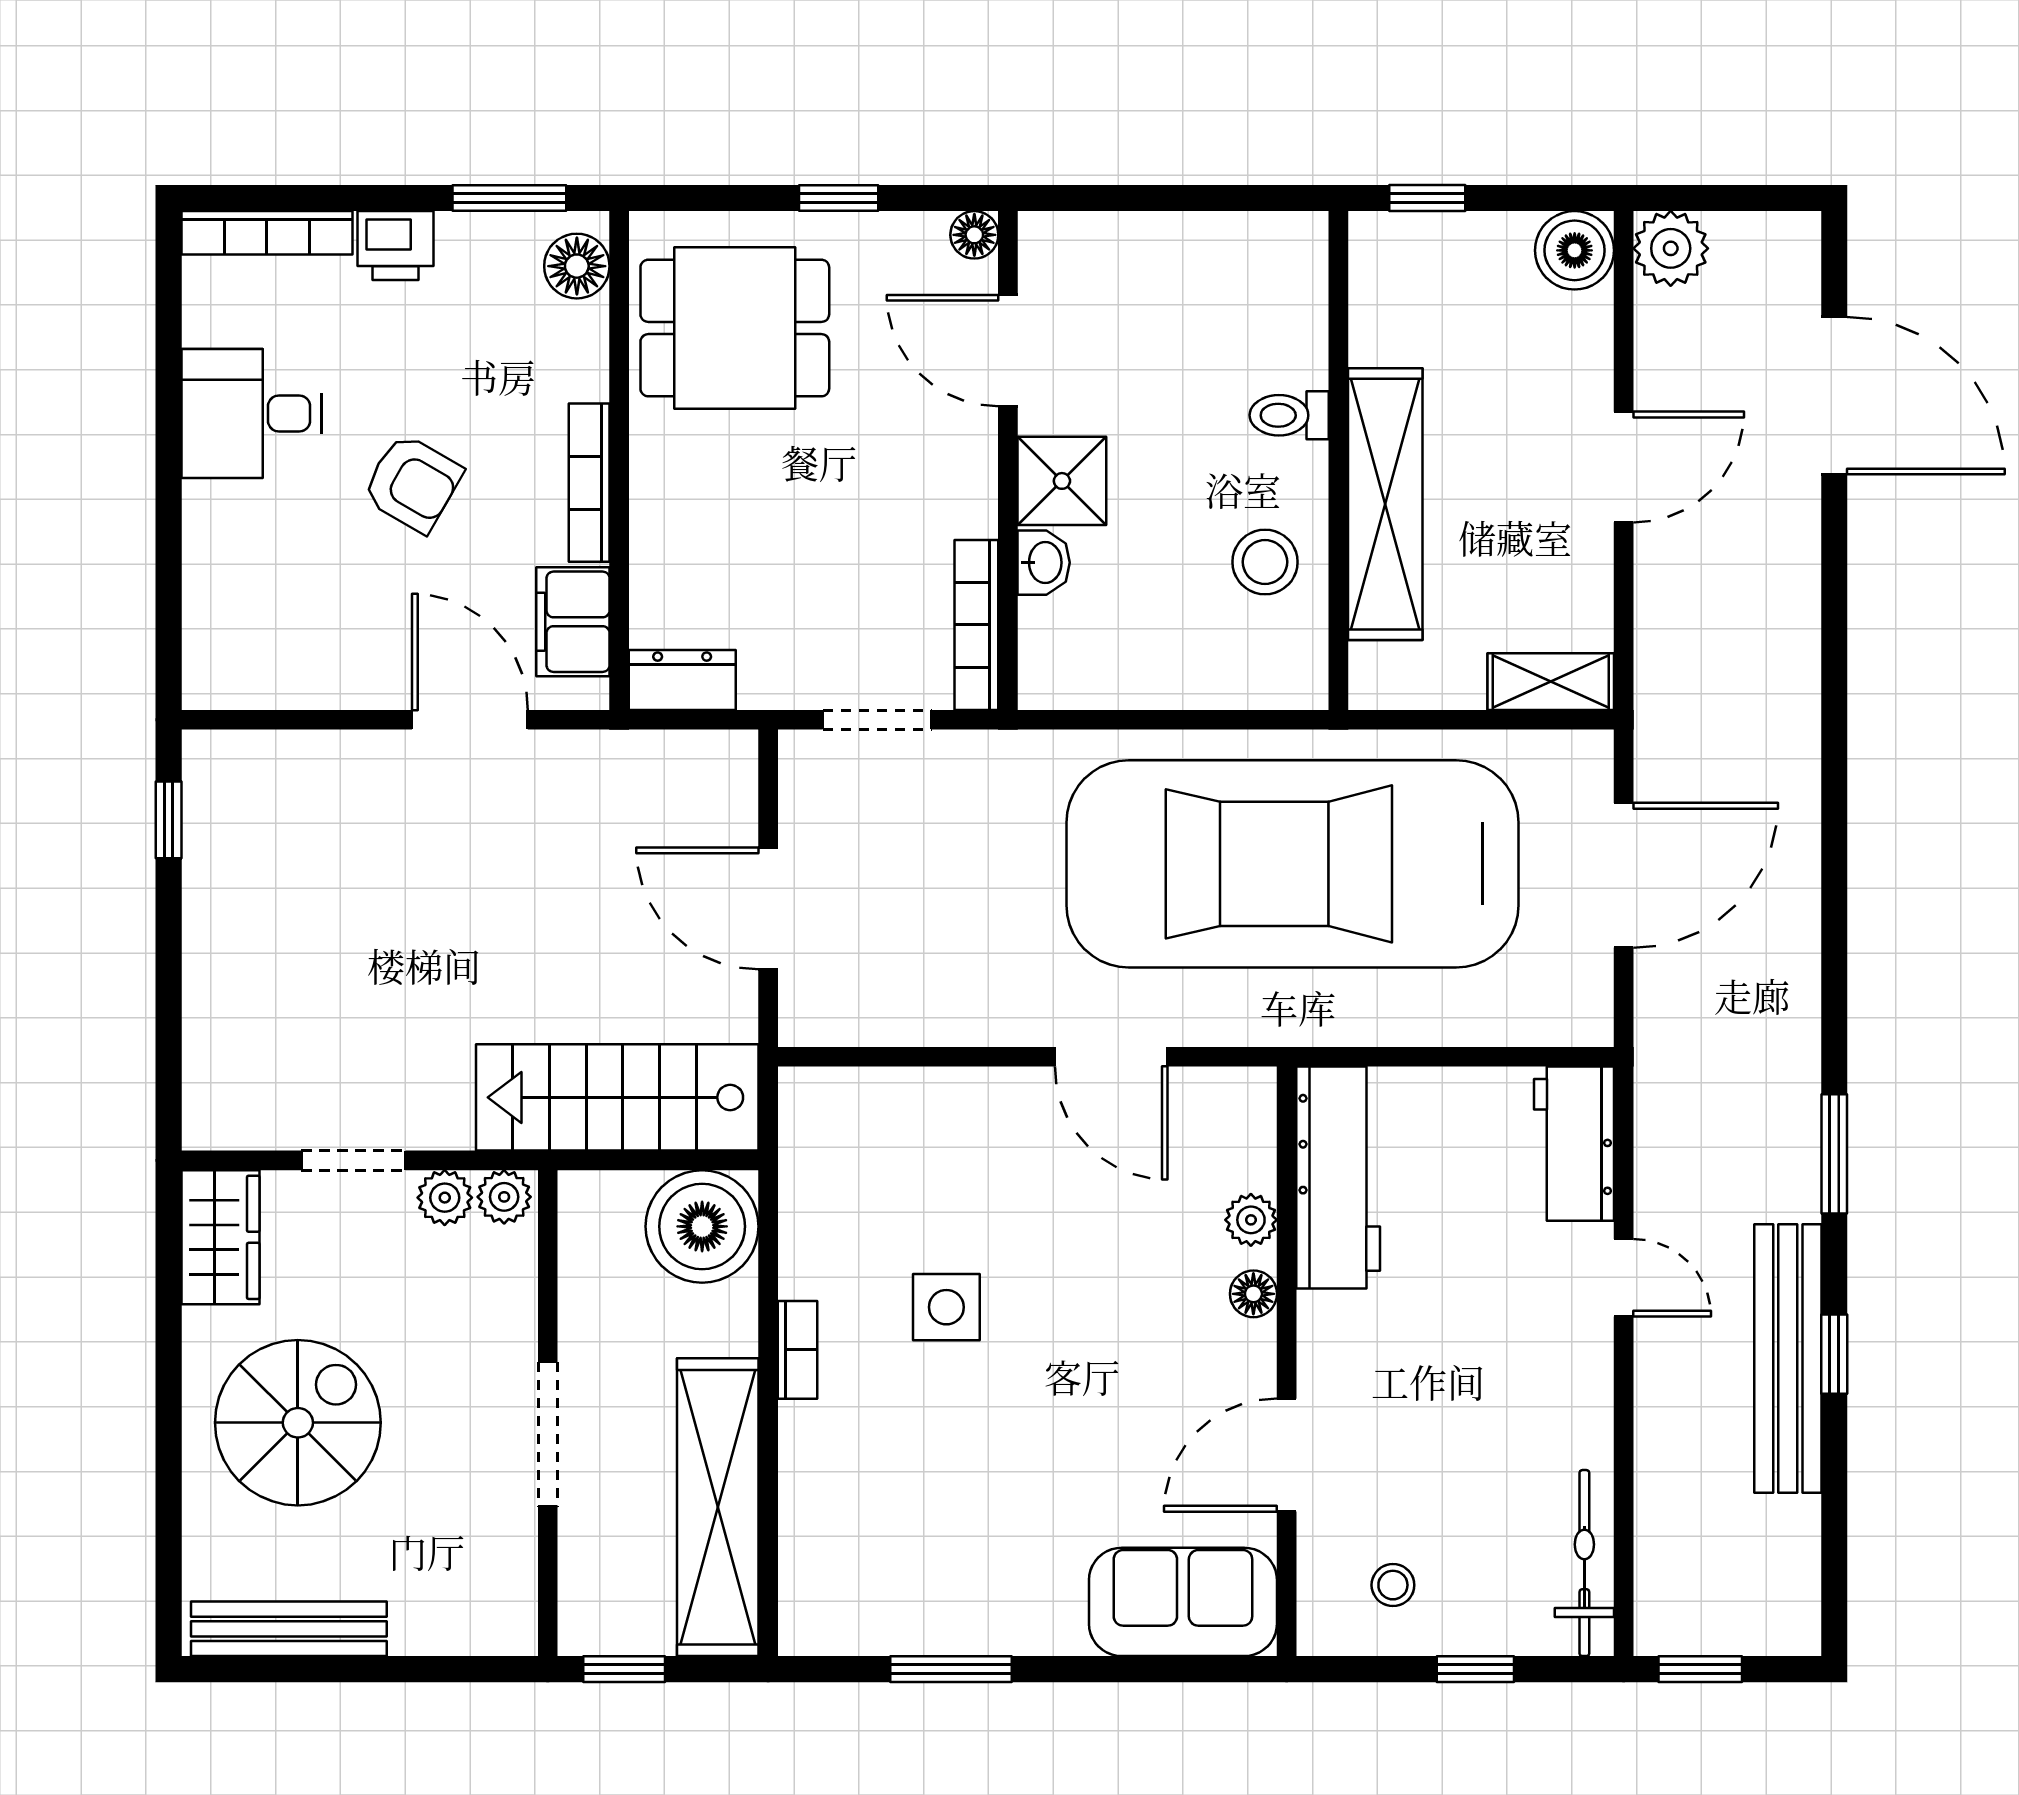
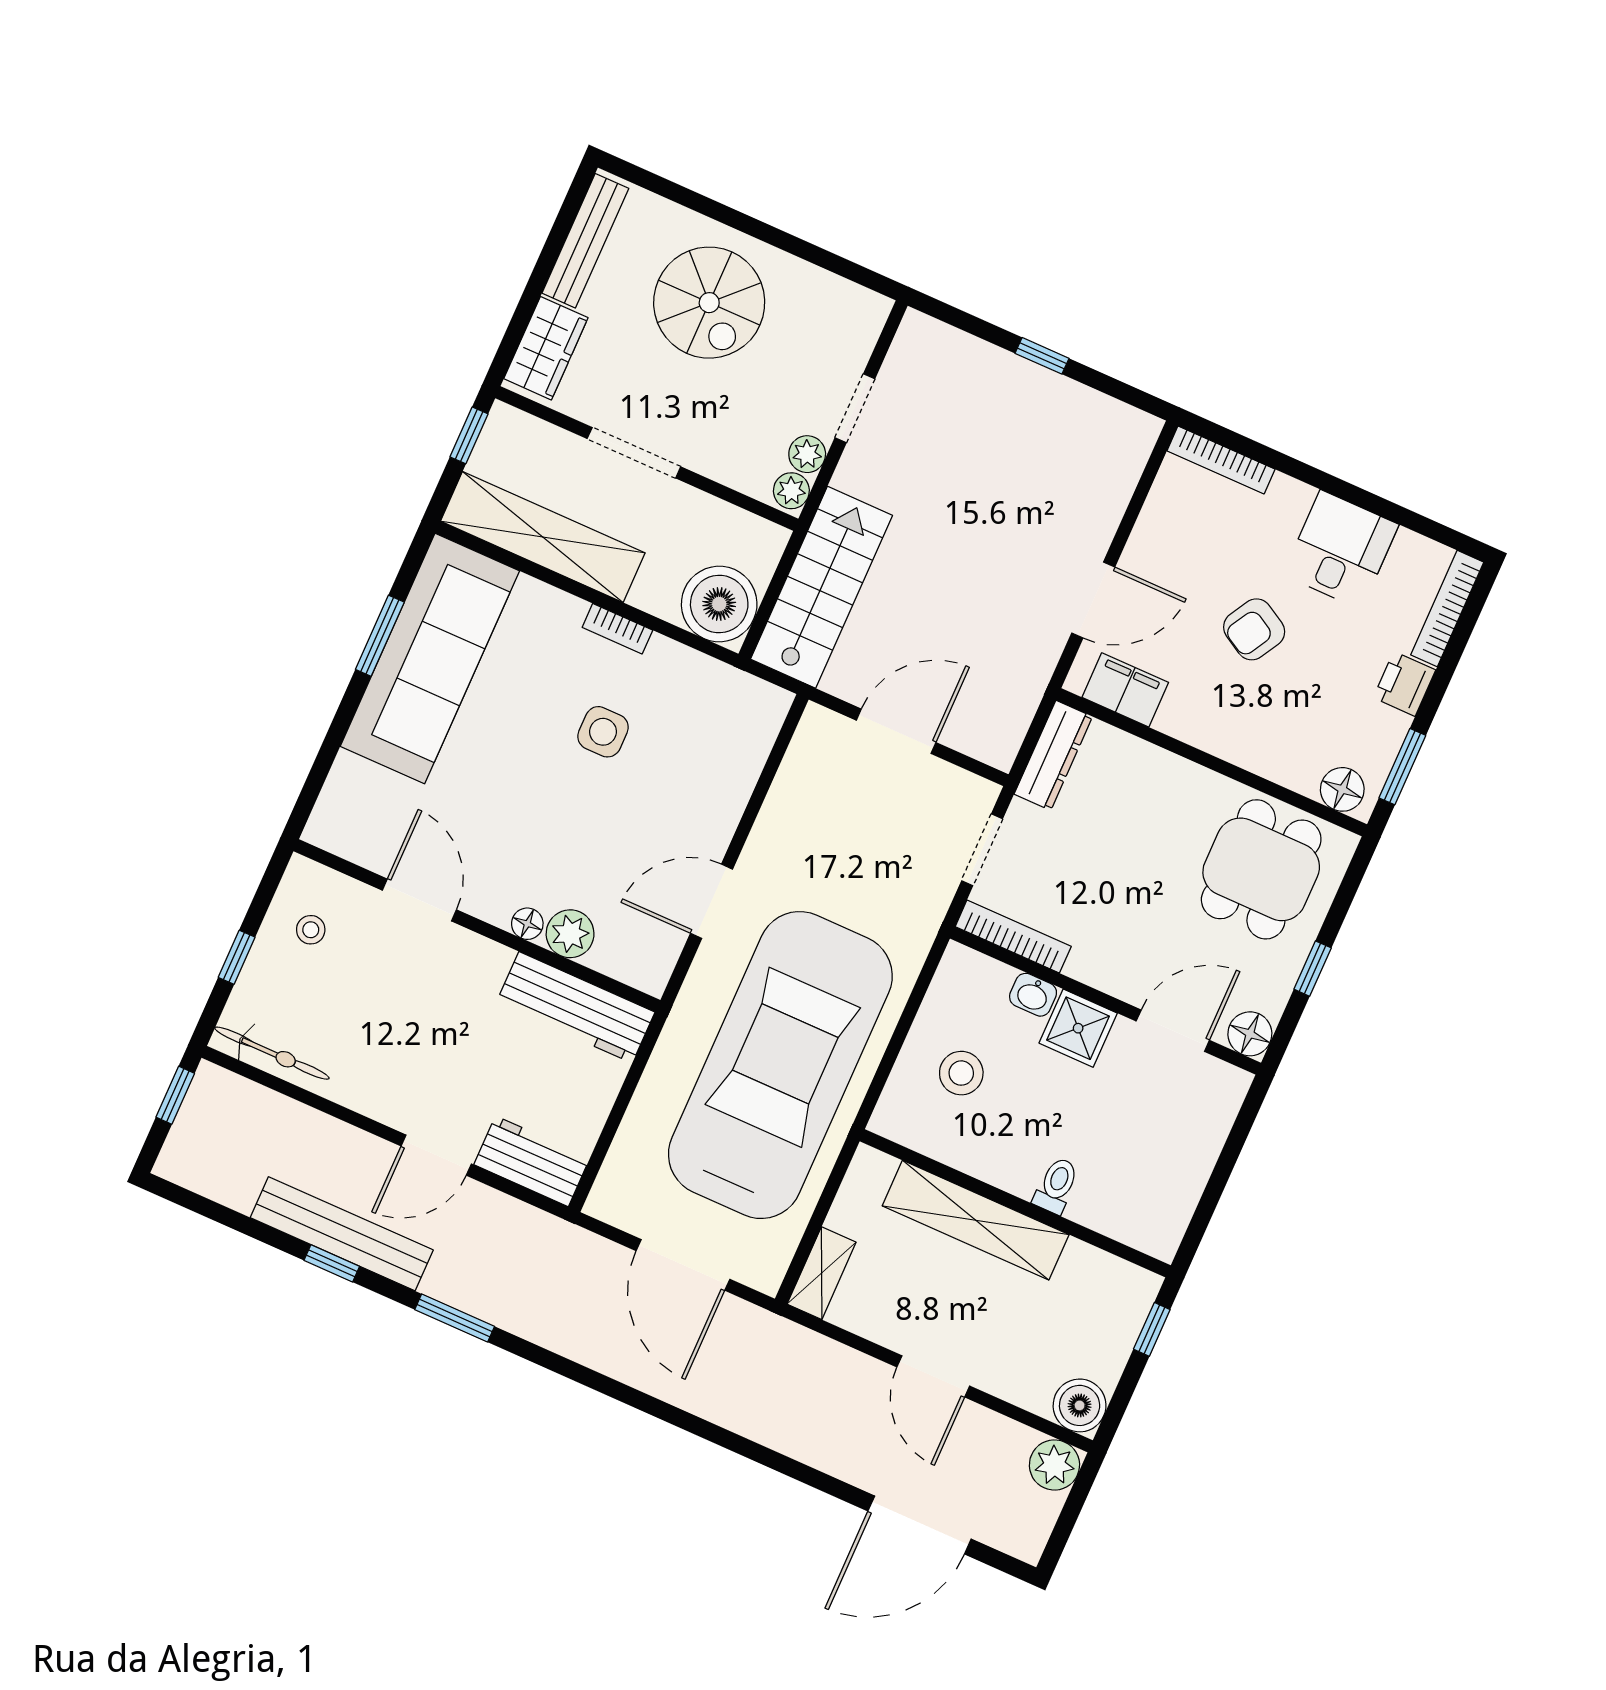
floor lamp: (974, 235) -> (1250, 1034), width x1.37, depth x1.37
bookcase: (589, 483) -> (1221, 460), moved, turned 180
stool: (1265, 562) -> (961, 1073), moved
dresser: (682, 680) -> (1053, 755), width x1.44
window: (169, 820) -> (1042, 356), moved
plant: (1251, 1220) -> (570, 934), width x1.38, depth x1.38
wardrobe: (221, 1237) -> (546, 348), moved, turned -90
door: (1624, 1278) -> (436, 1155), width x1.38
sofa: (1183, 1602) -> (430, 659), moved, width x1.85, depth x1.27

